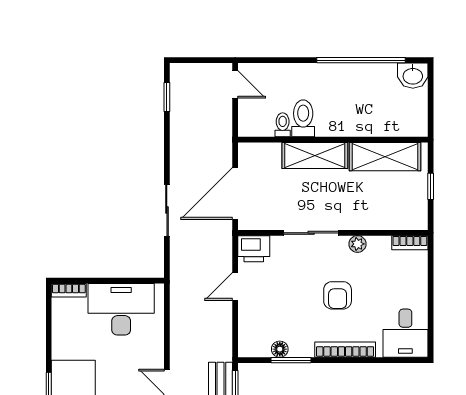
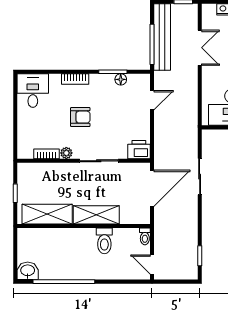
toilet: (283, 125) -> (145, 236), moved
bookcase: (410, 243) -> (47, 154), moved
door: (235, 287) -> (152, 100), moved
armchair: (338, 295) -> (80, 117), turned 90
bookcase: (345, 350) -> (75, 79), width x0.64

